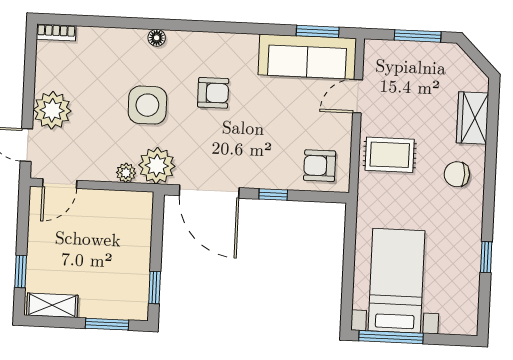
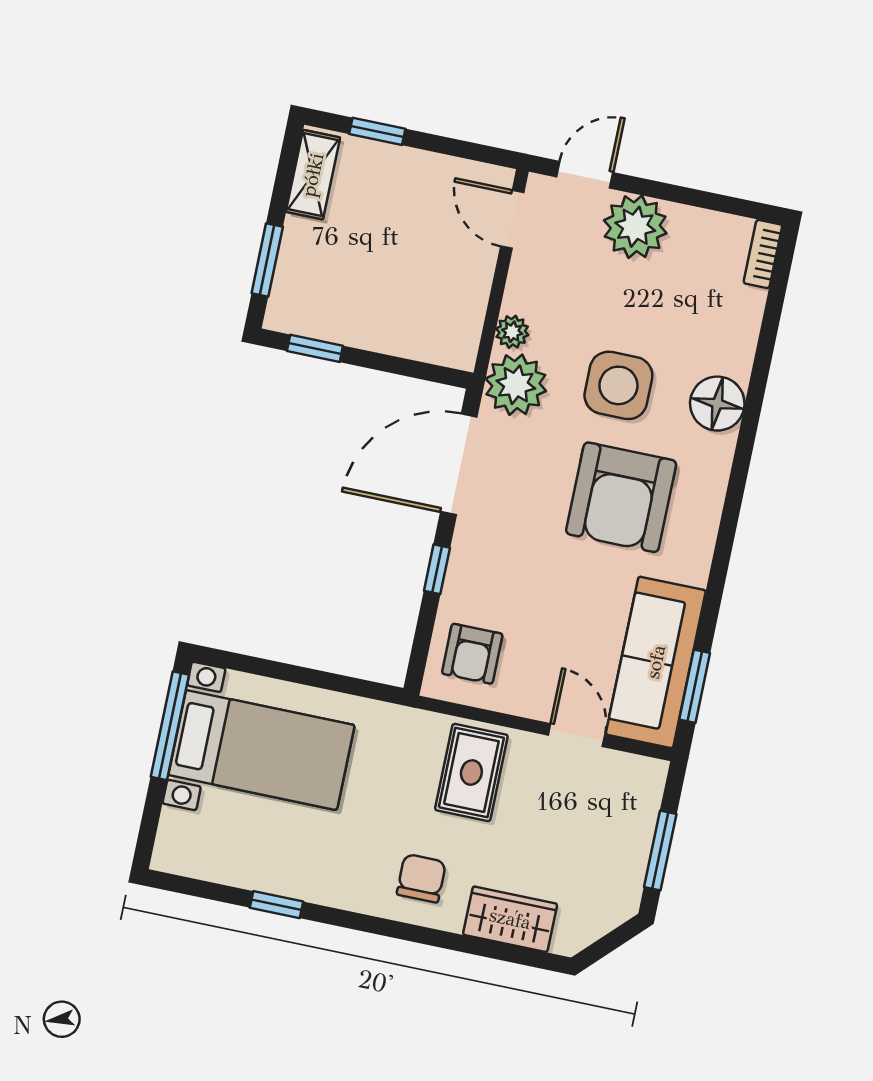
floor lamp: (157, 38) -> (717, 404), width x1.89, depth x1.89
armchair: (213, 93) -> (621, 497), width x1.88, depth x1.88
armchair: (320, 166) -> (472, 654), turned 180

